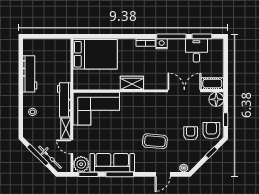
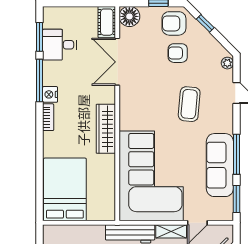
wardrobe: (132, 83) -> (106, 129), width x1.50
corner sofa: (96, 109) -> (151, 176), width x1.36, depth x1.36
plant: (81, 164) -> (222, 209), removed

